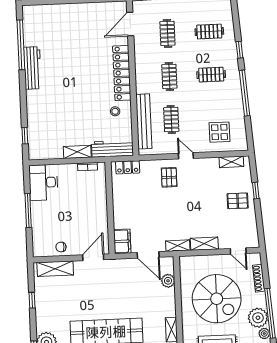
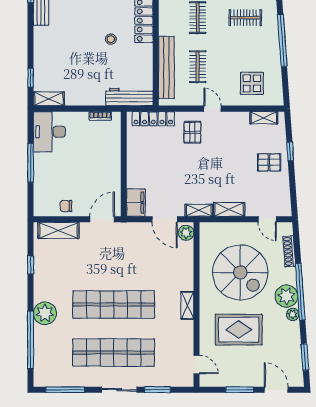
stool: (115, 111) -> (111, 39), moved
shelving: (77, 152) -> (49, 99), moved
locker: (128, 167) -> (153, 119), width x1.53
plant: (168, 281) -> (186, 233), moved

